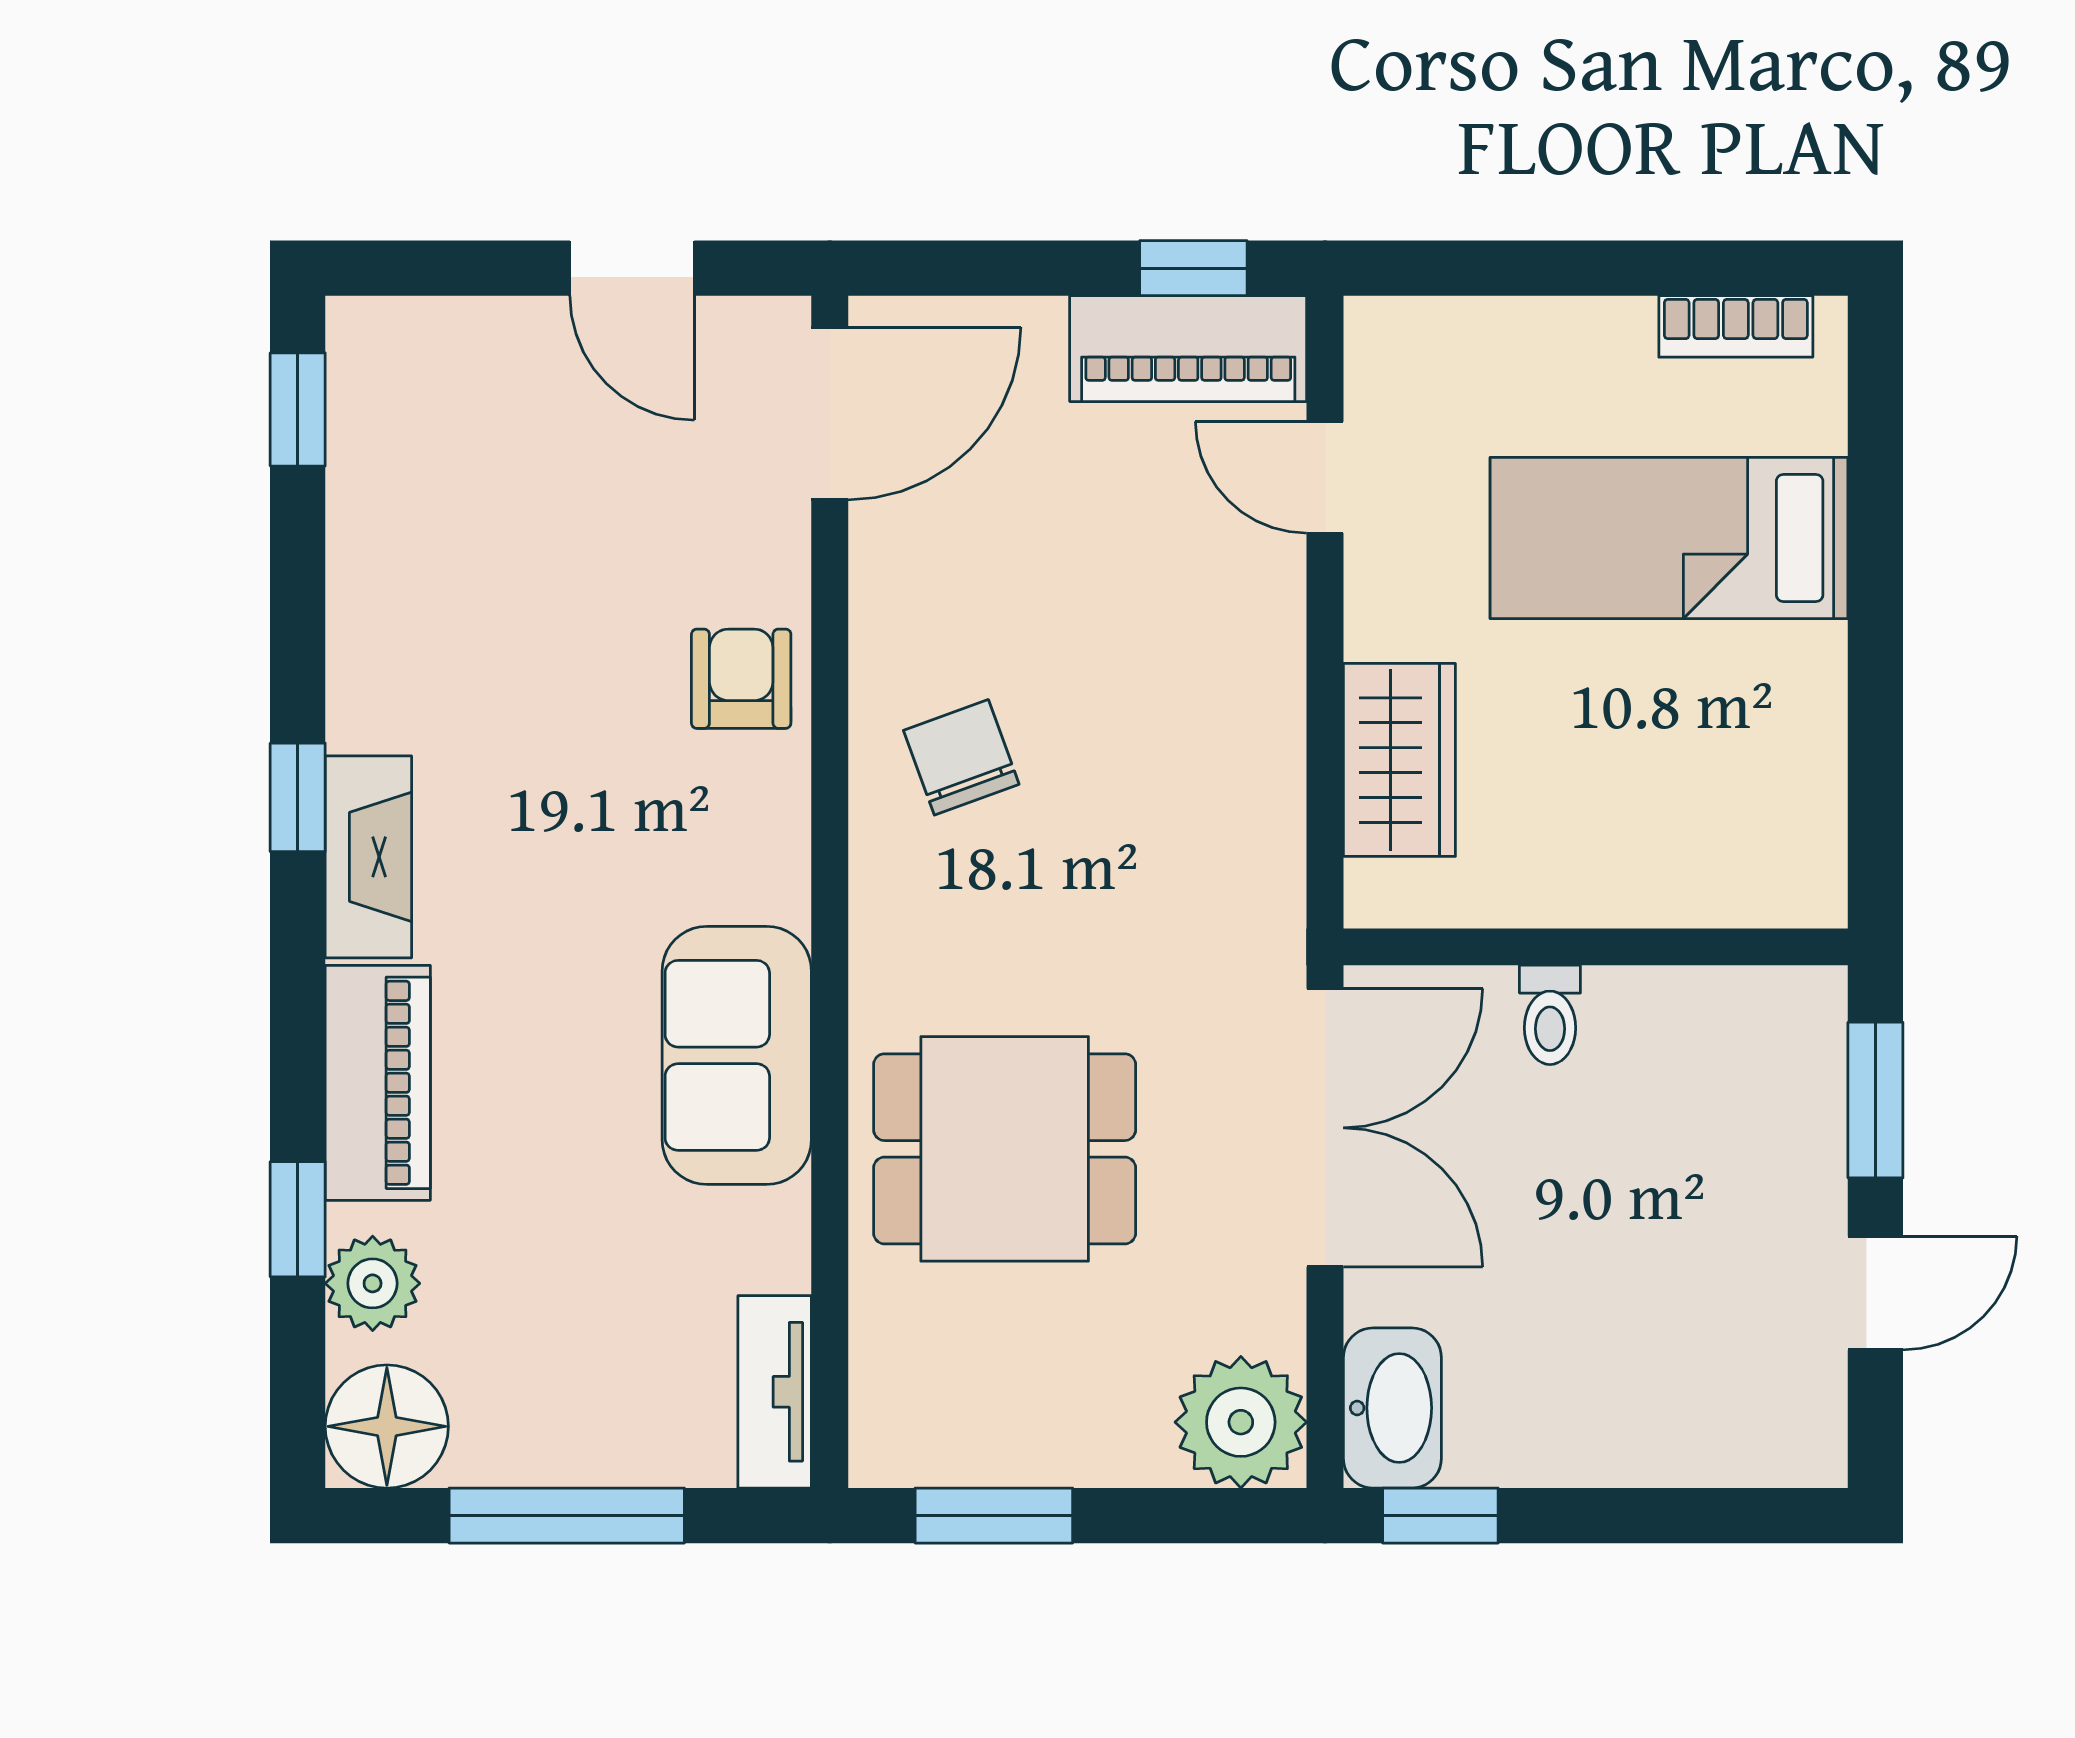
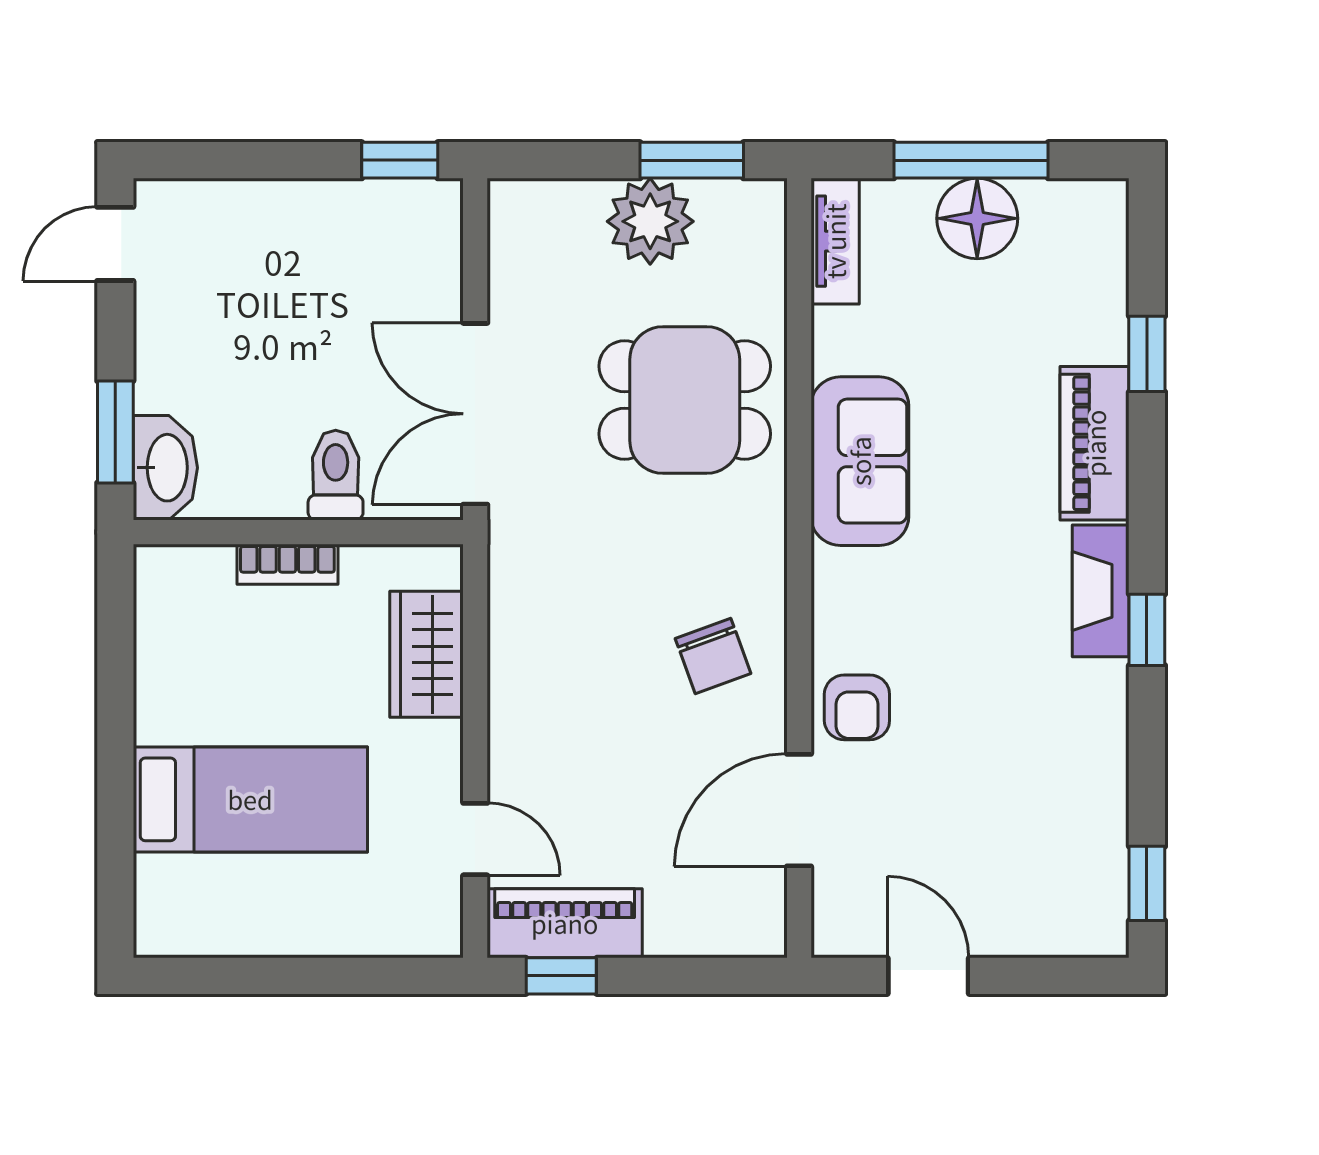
bookcase: (1736, 326) -> (287, 564), moved, turned 180
door: (830, 413) -> (799, 810), moved
toilet: (1550, 1015) -> (336, 475), width x1.37, depth x1.39
plant: (373, 1283) -> (1098, 312), removed
door: (1875, 1293) -> (115, 244), moved
washbasin: (1392, 1408) -> (165, 468), moved, turned 180
plant: (1241, 1422) -> (650, 221), moved
floor lamp: (387, 1426) -> (977, 218), moved

